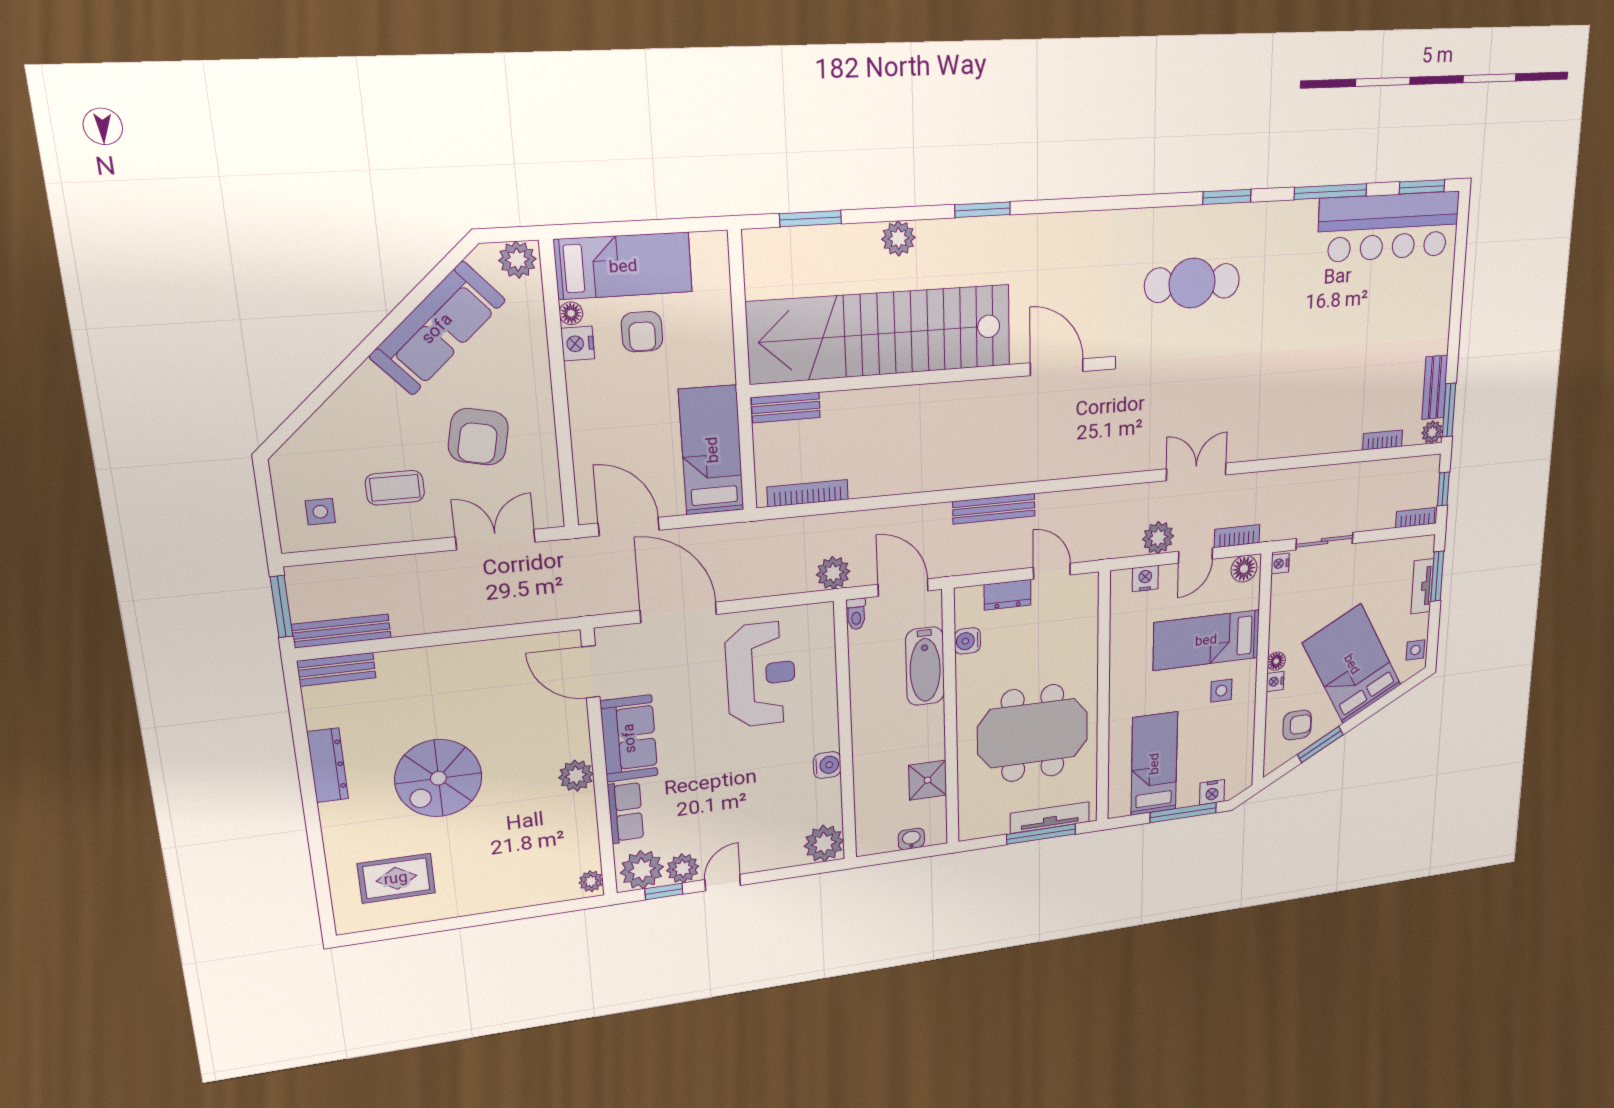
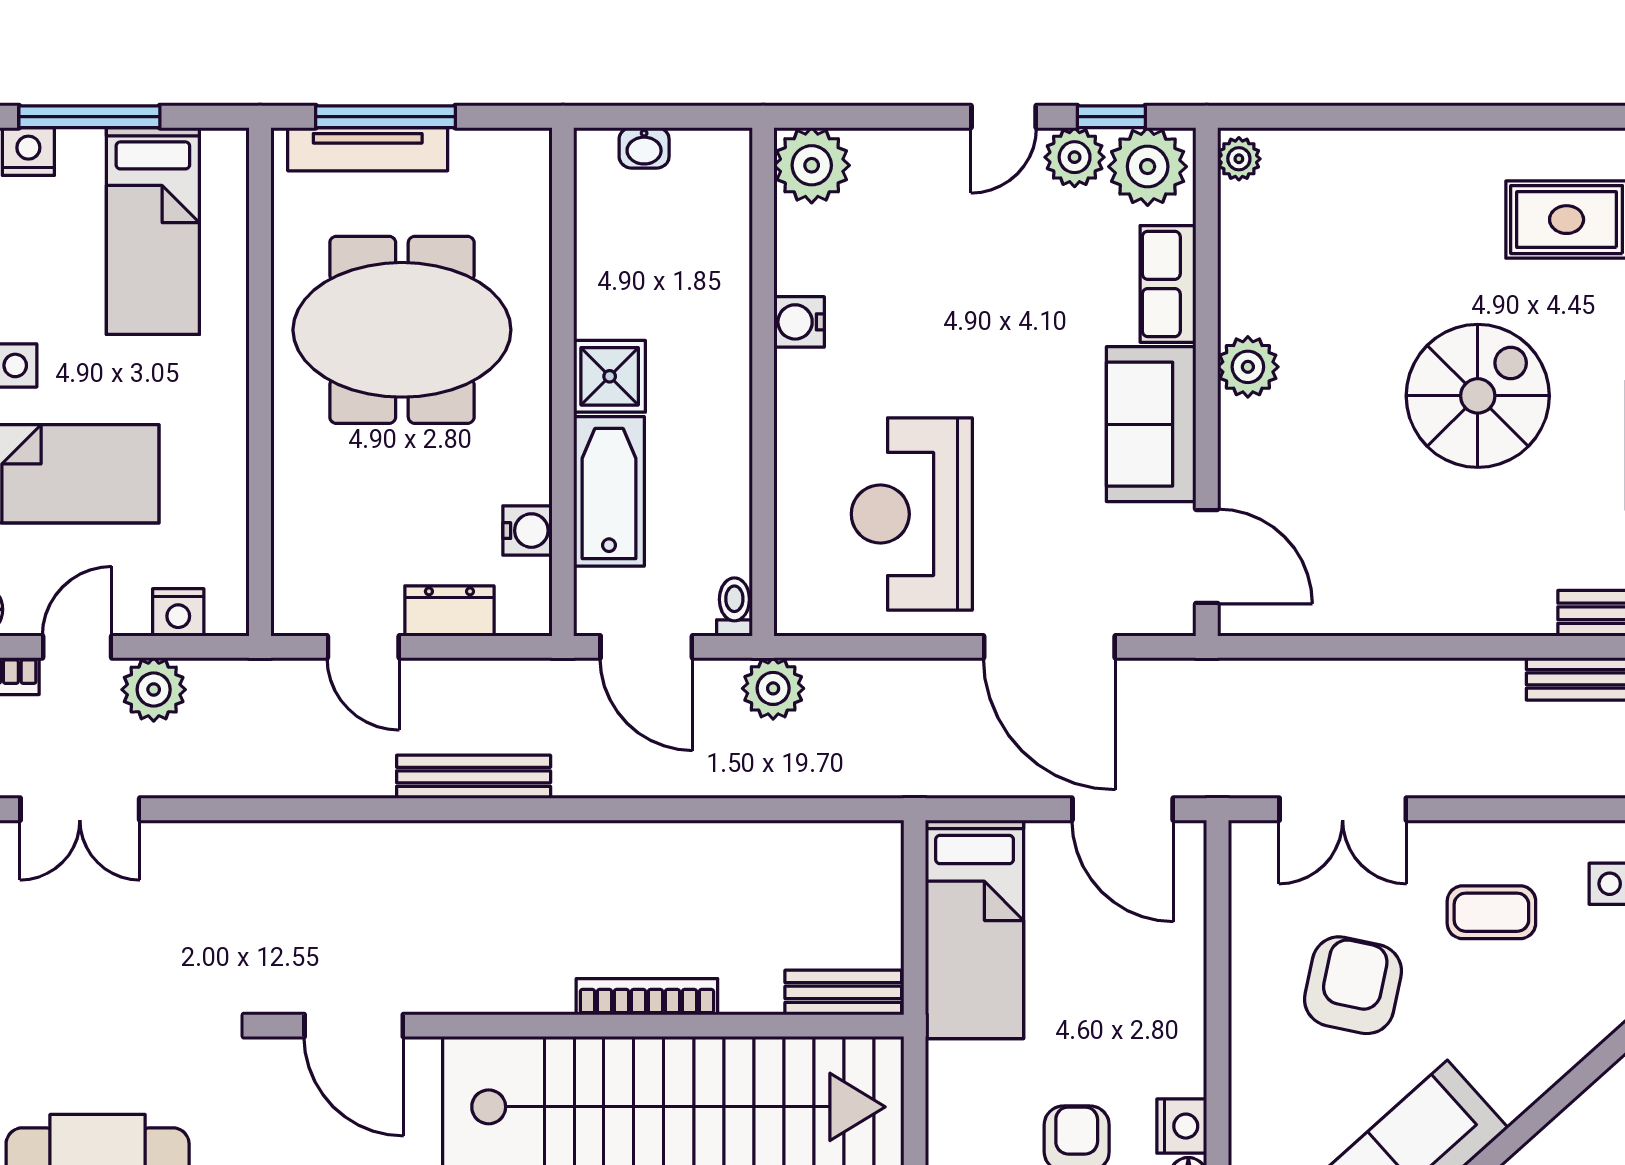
bookcase: (808, 493) -> (647, 997), moved, turned 180
shower: (928, 780) -> (610, 376), moved

